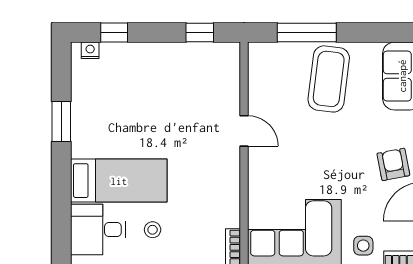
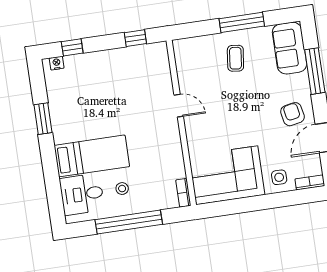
window: (307, 33) -> (242, 22), moved
coffee table: (329, 79) -> (235, 58), width x0.54, depth x0.58

